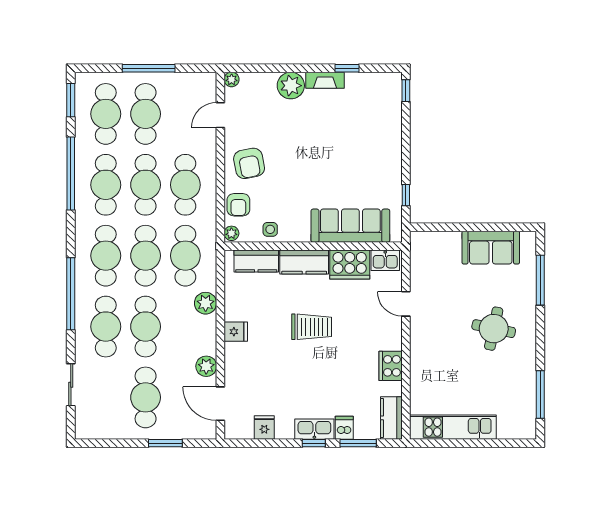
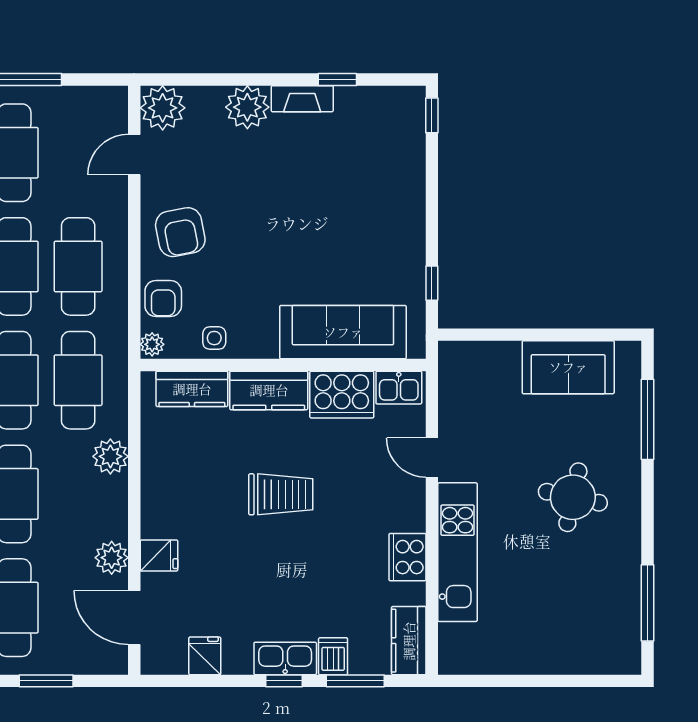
plant: (232, 79) -> (163, 108), width x1.87, depth x1.87
fridge: (236, 332) -> (159, 556), moved
kitchen unit: (453, 427) -> (458, 552), moved, turned 90

